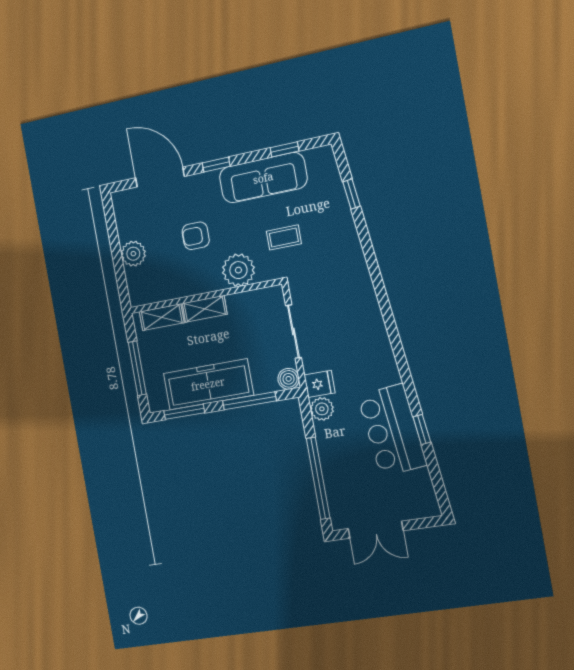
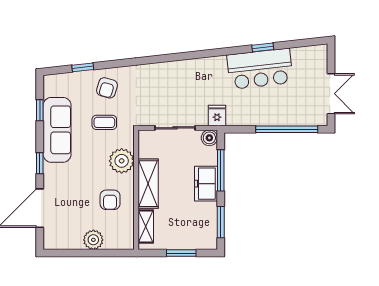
armchair: (330, 232) -> (107, 88), added
armchair: (196, 236) -> (110, 200), moved
coffee table: (284, 238) -> (104, 122), turned 90
shelving: (205, 309) -> (148, 184), width x1.50, depth x1.33
window: (137, 368) -> (181, 253), width x0.69
freezer: (208, 384) -> (206, 184), width x0.52, depth x0.79
plant: (322, 409) -> (236, 117), removed

